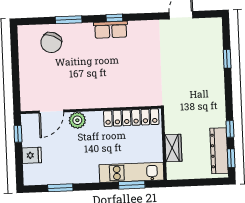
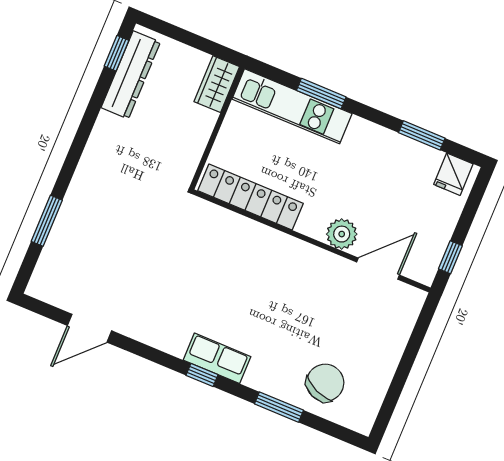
window: (227, 59) -> (47, 221), width x1.50
window: (230, 129) -> (96, 103), removed
wardrobe: (173, 148) -> (217, 84), moved
fridge: (32, 155) -> (453, 174), moved, turned -90
window: (132, 185) -> (321, 94), moved

